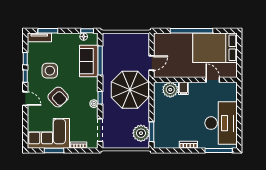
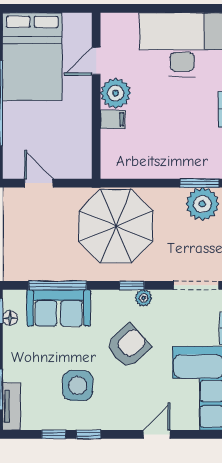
door: (151, 63) -> (39, 183), moved
plant: (170, 90) -> (116, 93), moved
armchair: (58, 97) -> (128, 346), moved
door: (25, 99) -> (157, 434), moved

